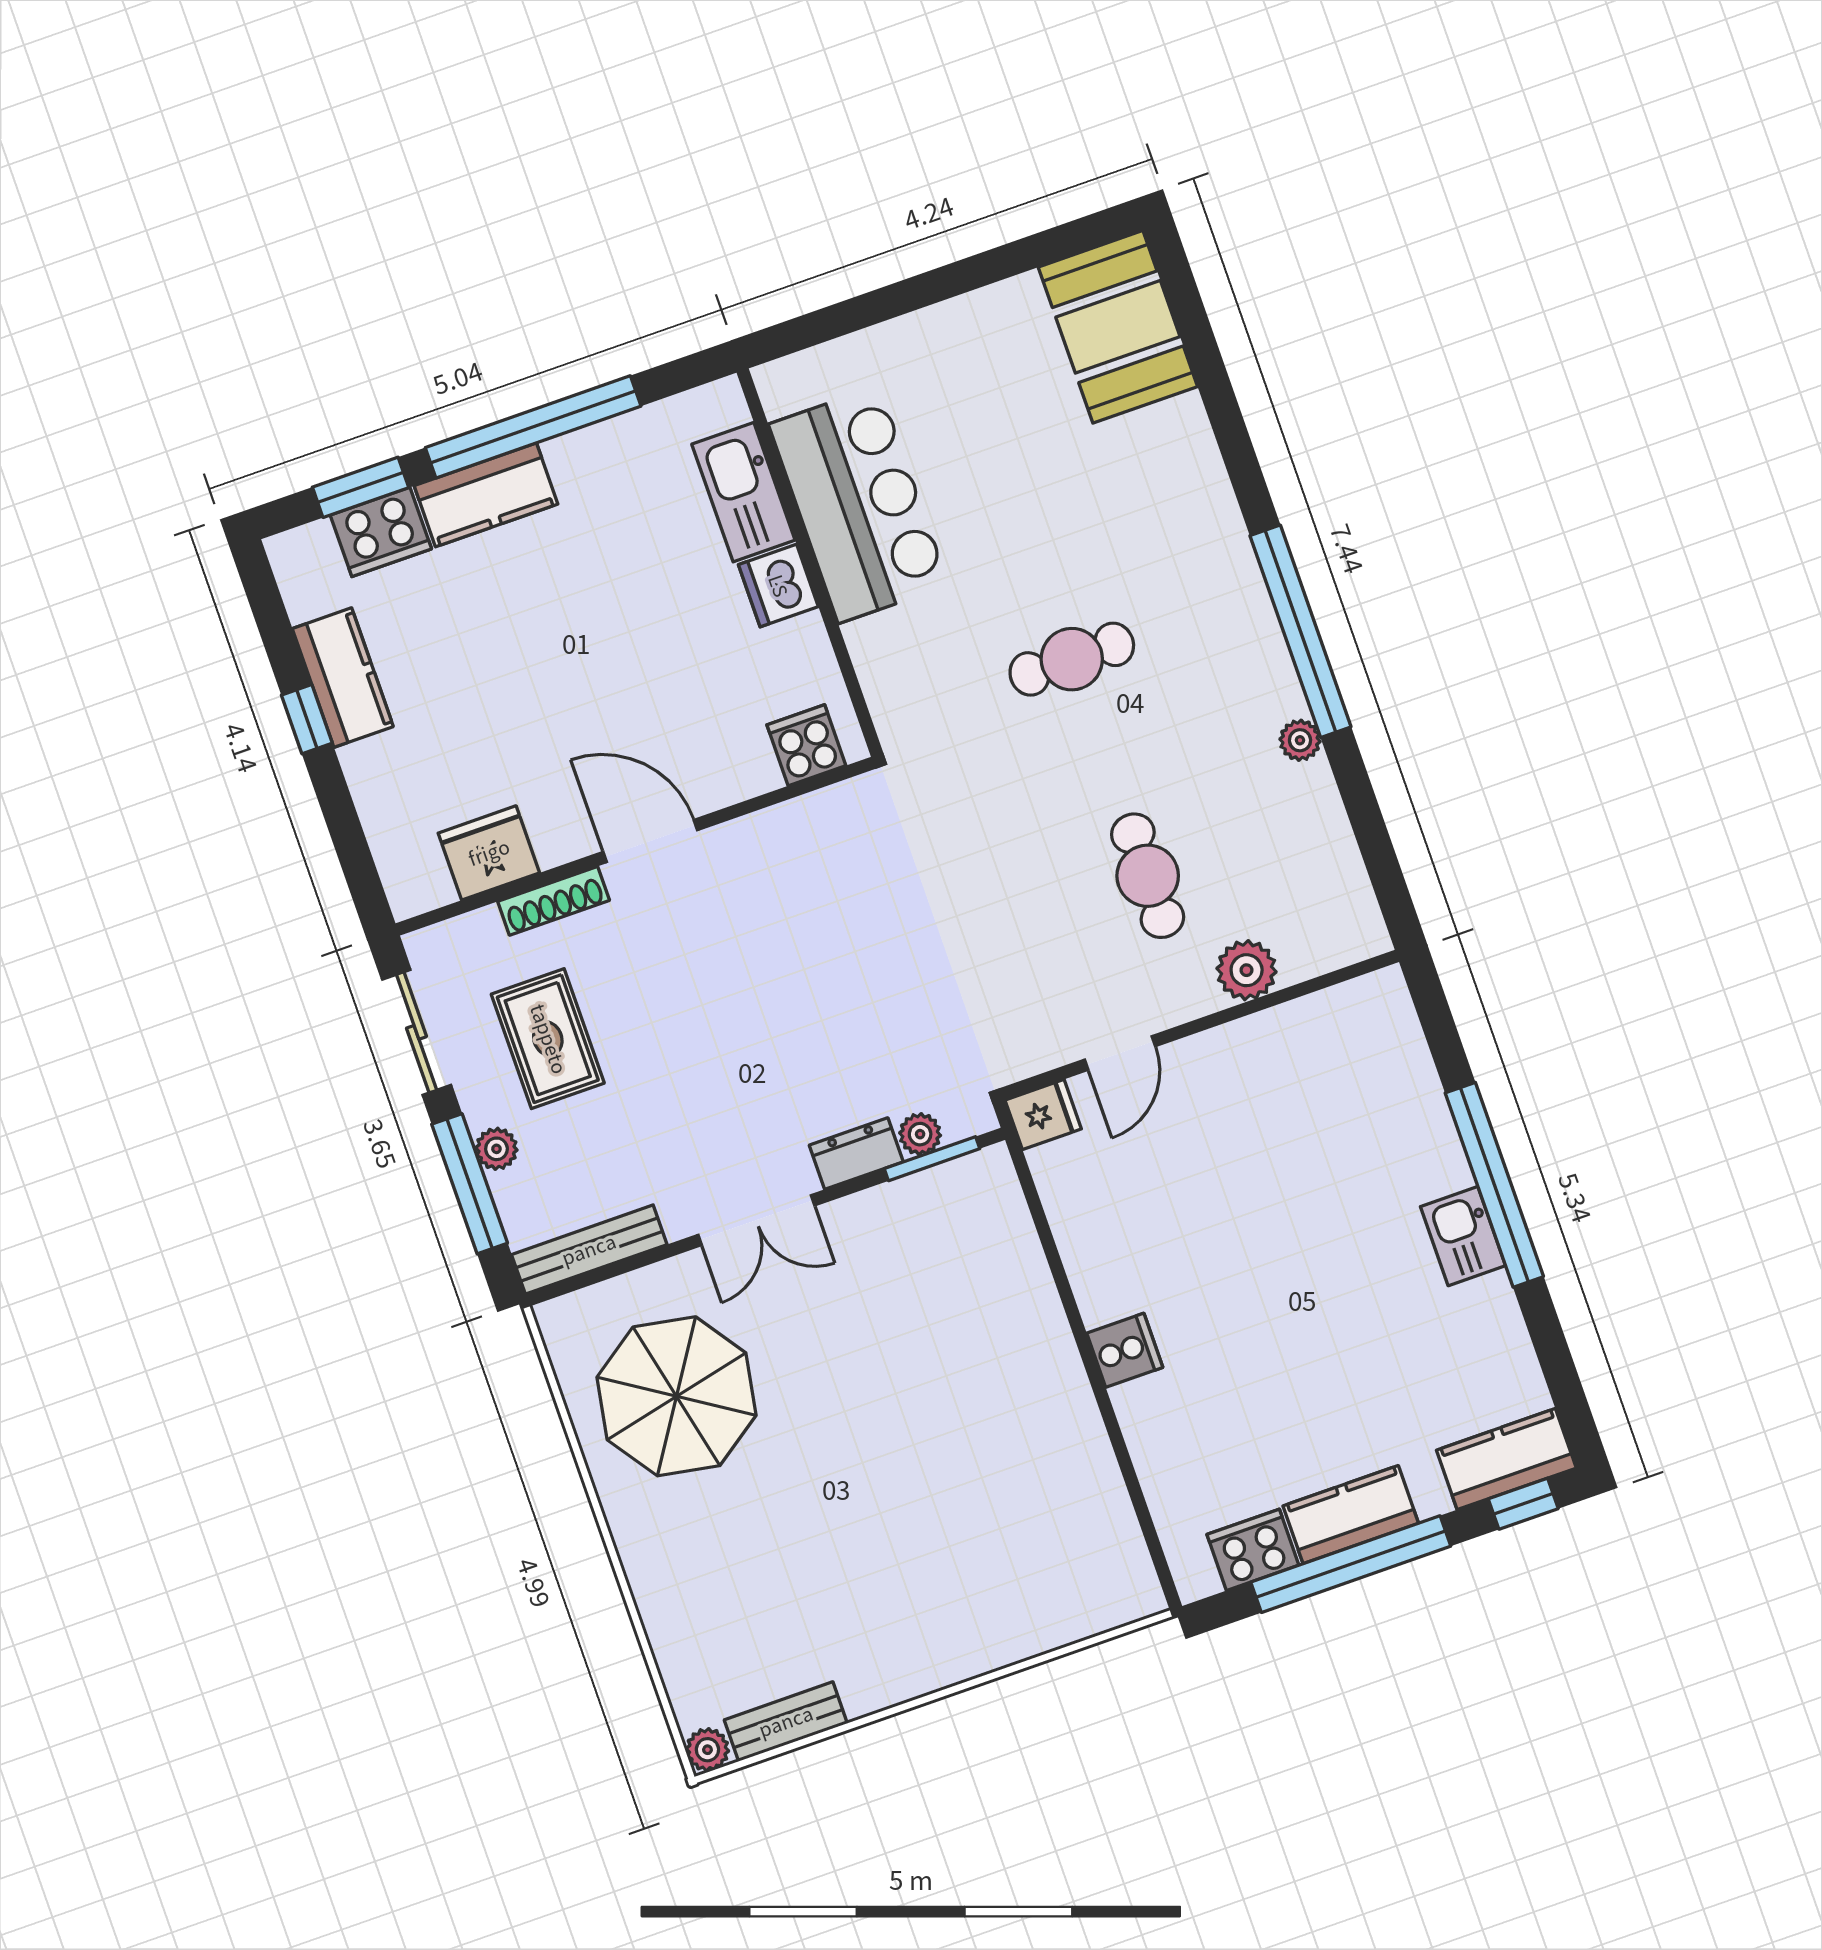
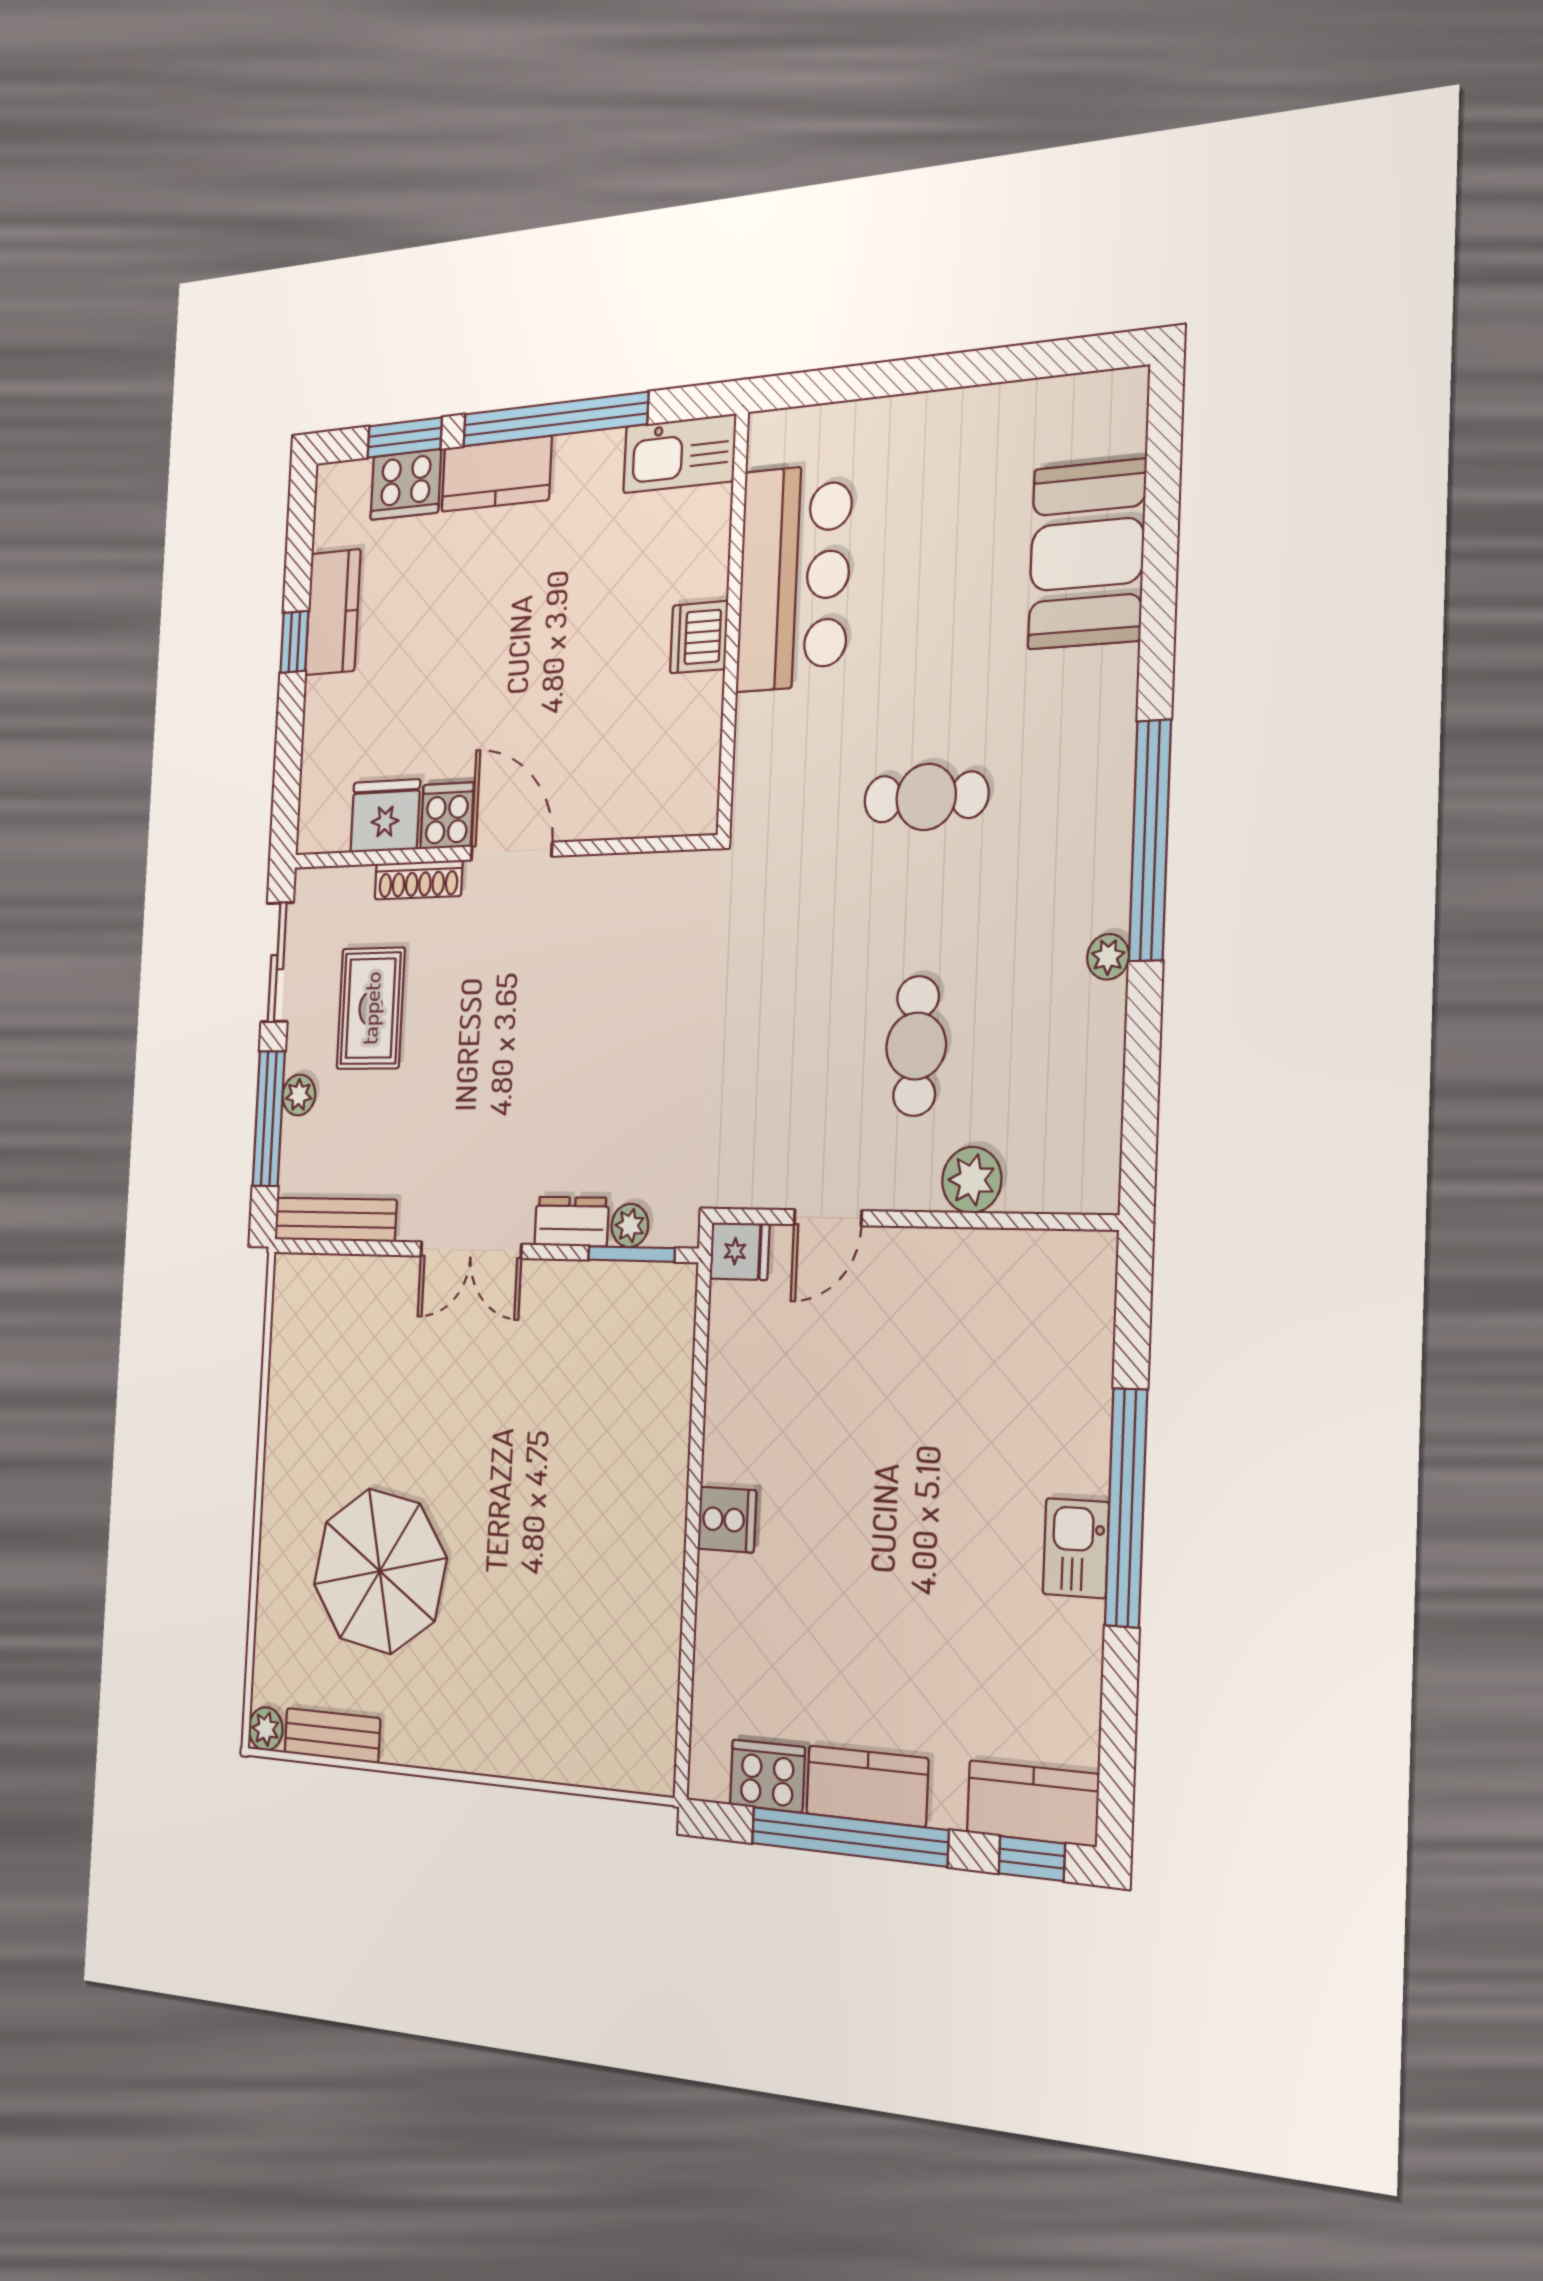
booth: (1118, 327) -> (1087, 554), moved
kitchen sink: (743, 492) -> (679, 454), moved, turned -90
cooker: (806, 745) -> (447, 816), moved
parasol: (676, 1396) -> (380, 1571), moved

